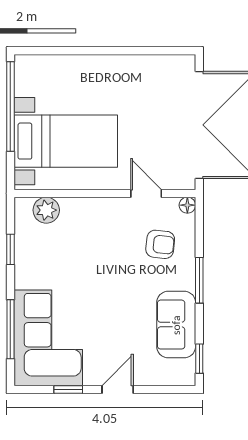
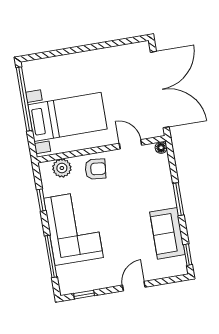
armchair: (160, 244) -> (95, 169), moved
corner sofa: (48, 338) -> (73, 228), moved
window: (68, 389) -> (84, 295), moved

